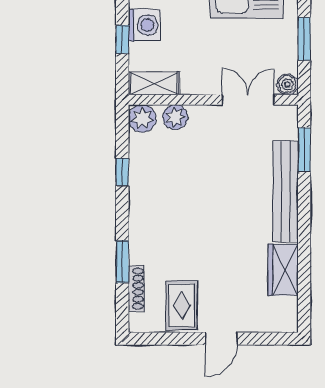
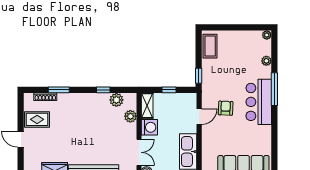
washing machine: (144, 25) -> (149, 127), moved, turned -90
plant: (142, 118) -> (116, 100), moved

